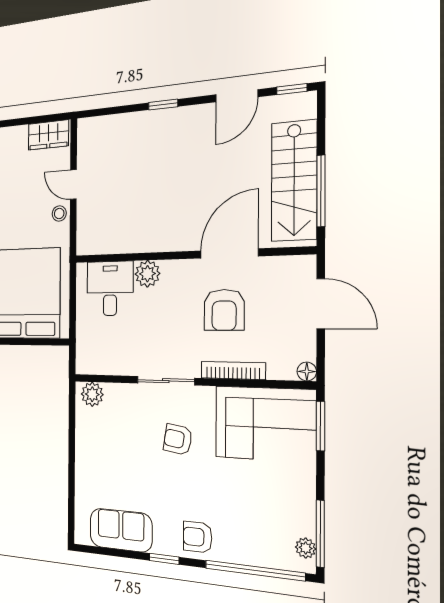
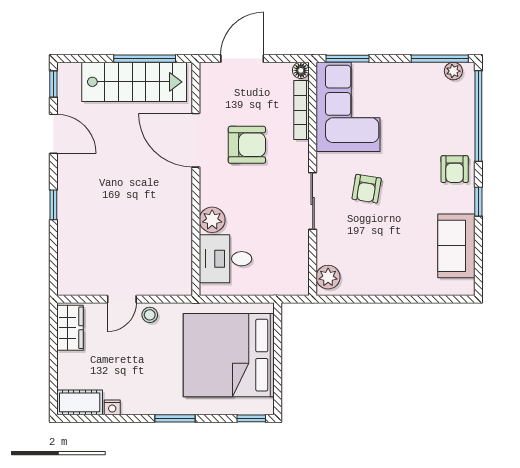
bookcase: (233, 370) -> (301, 110), moved

